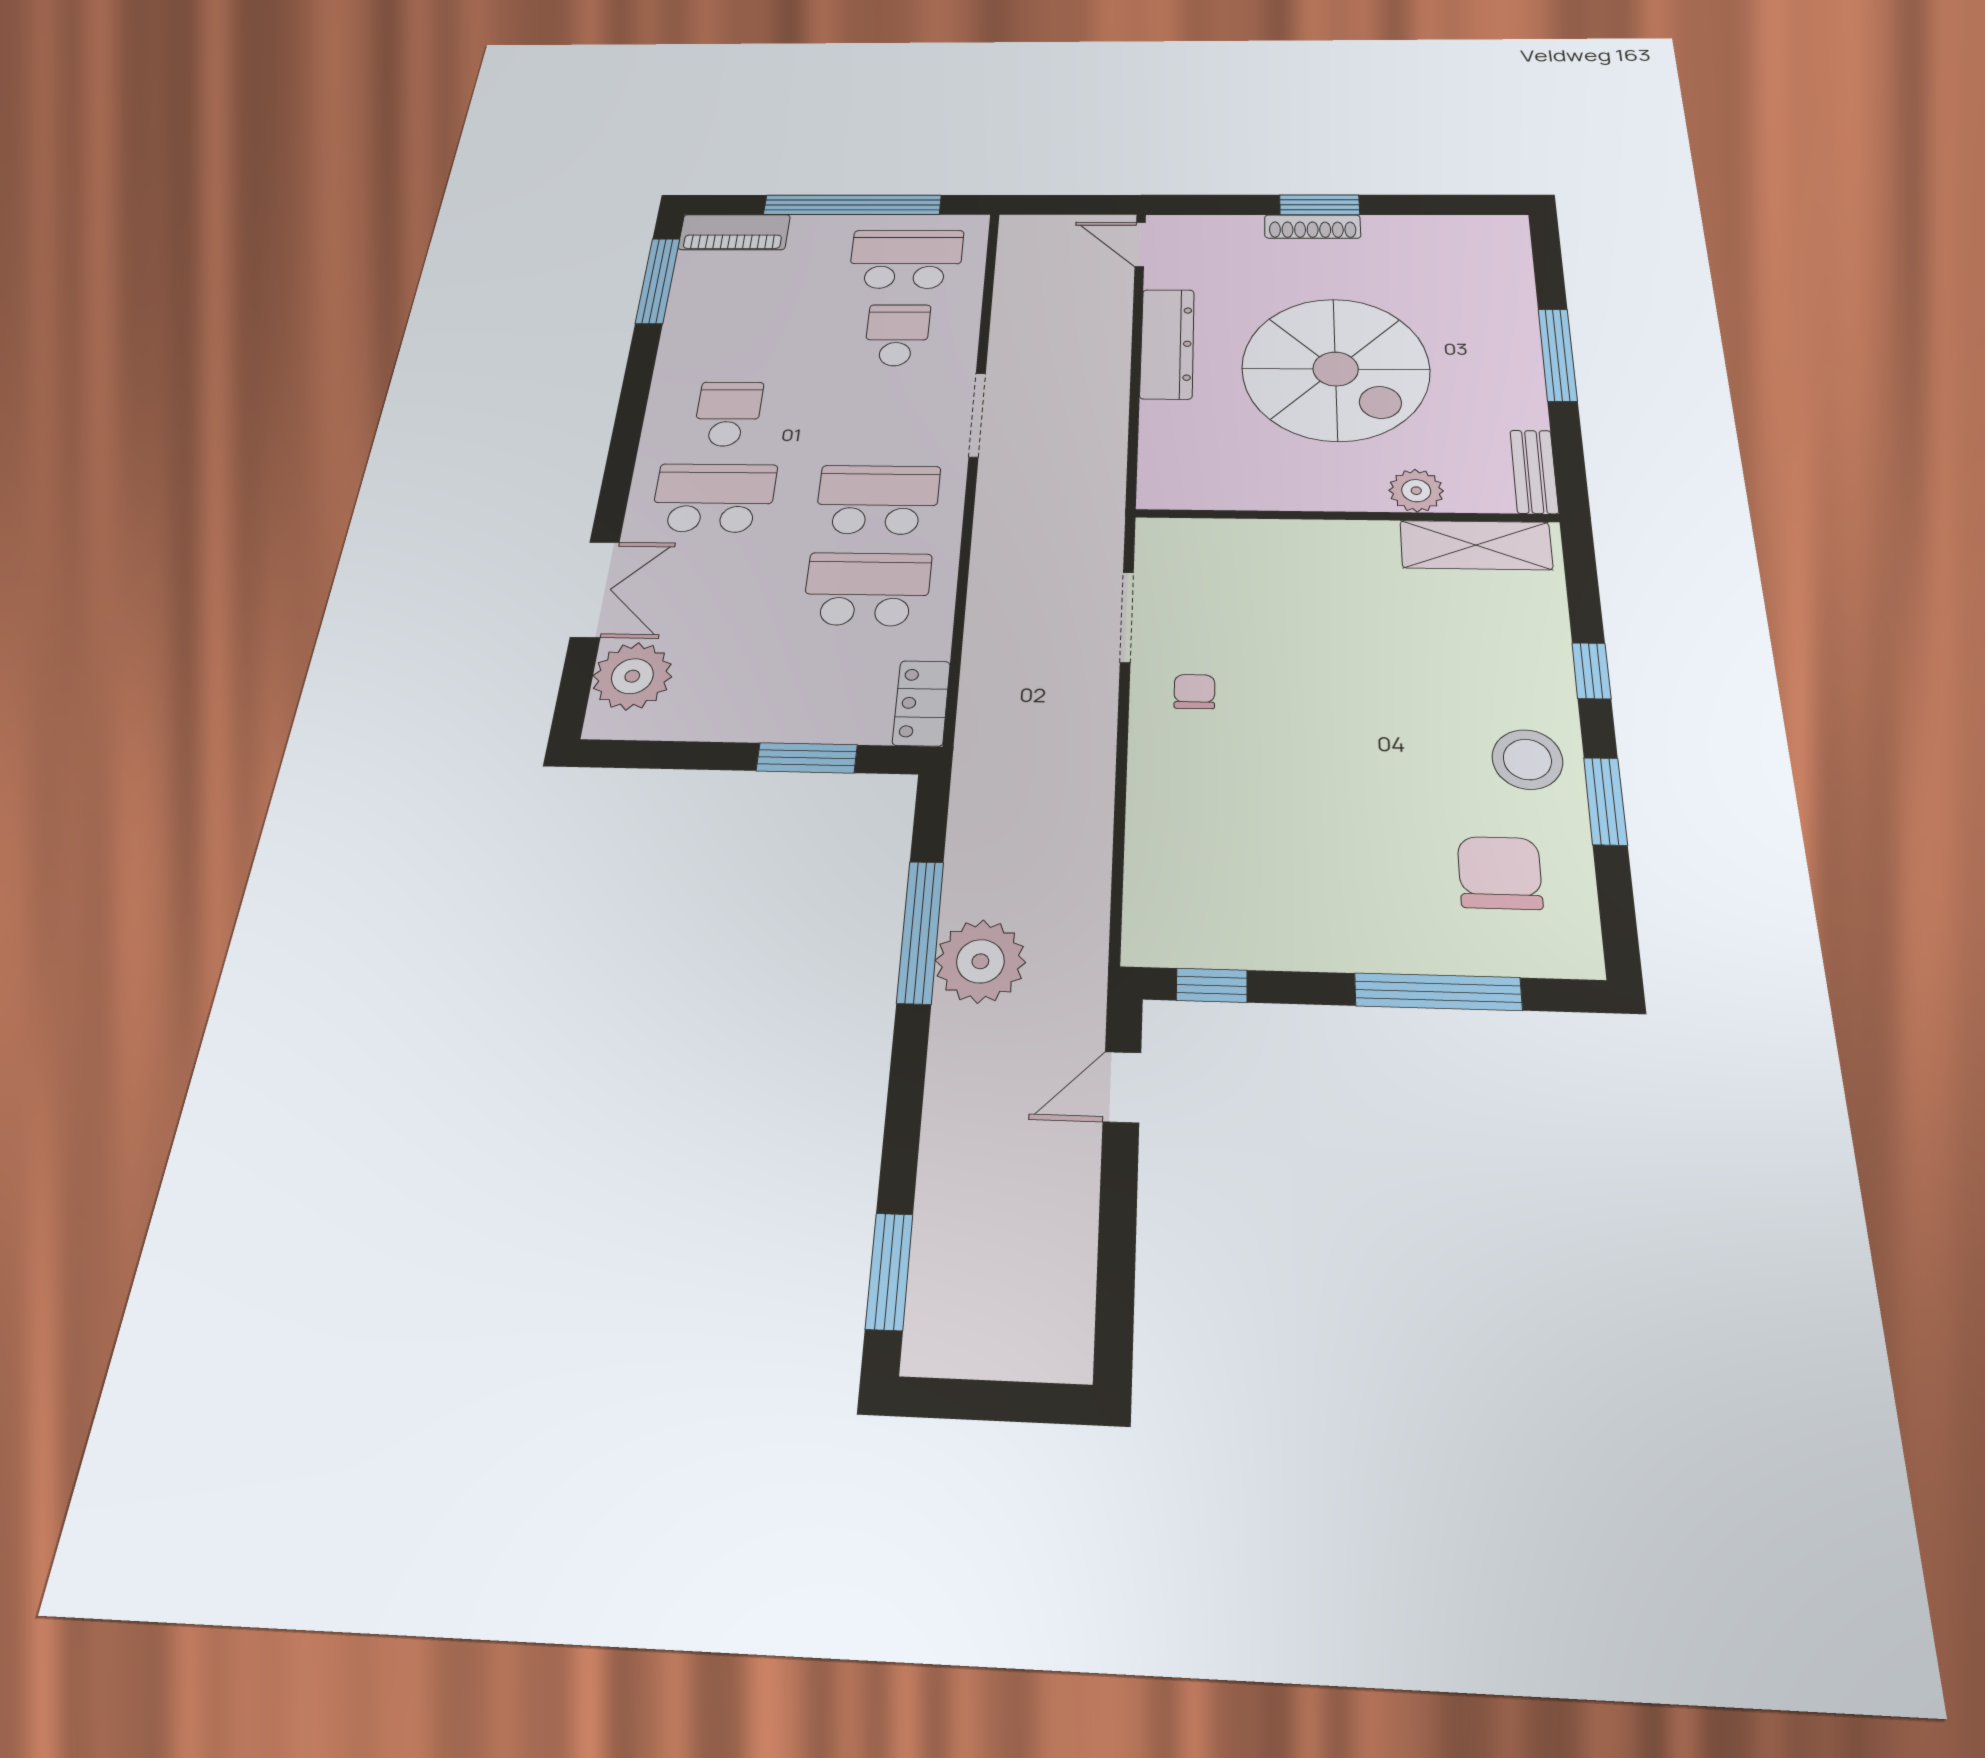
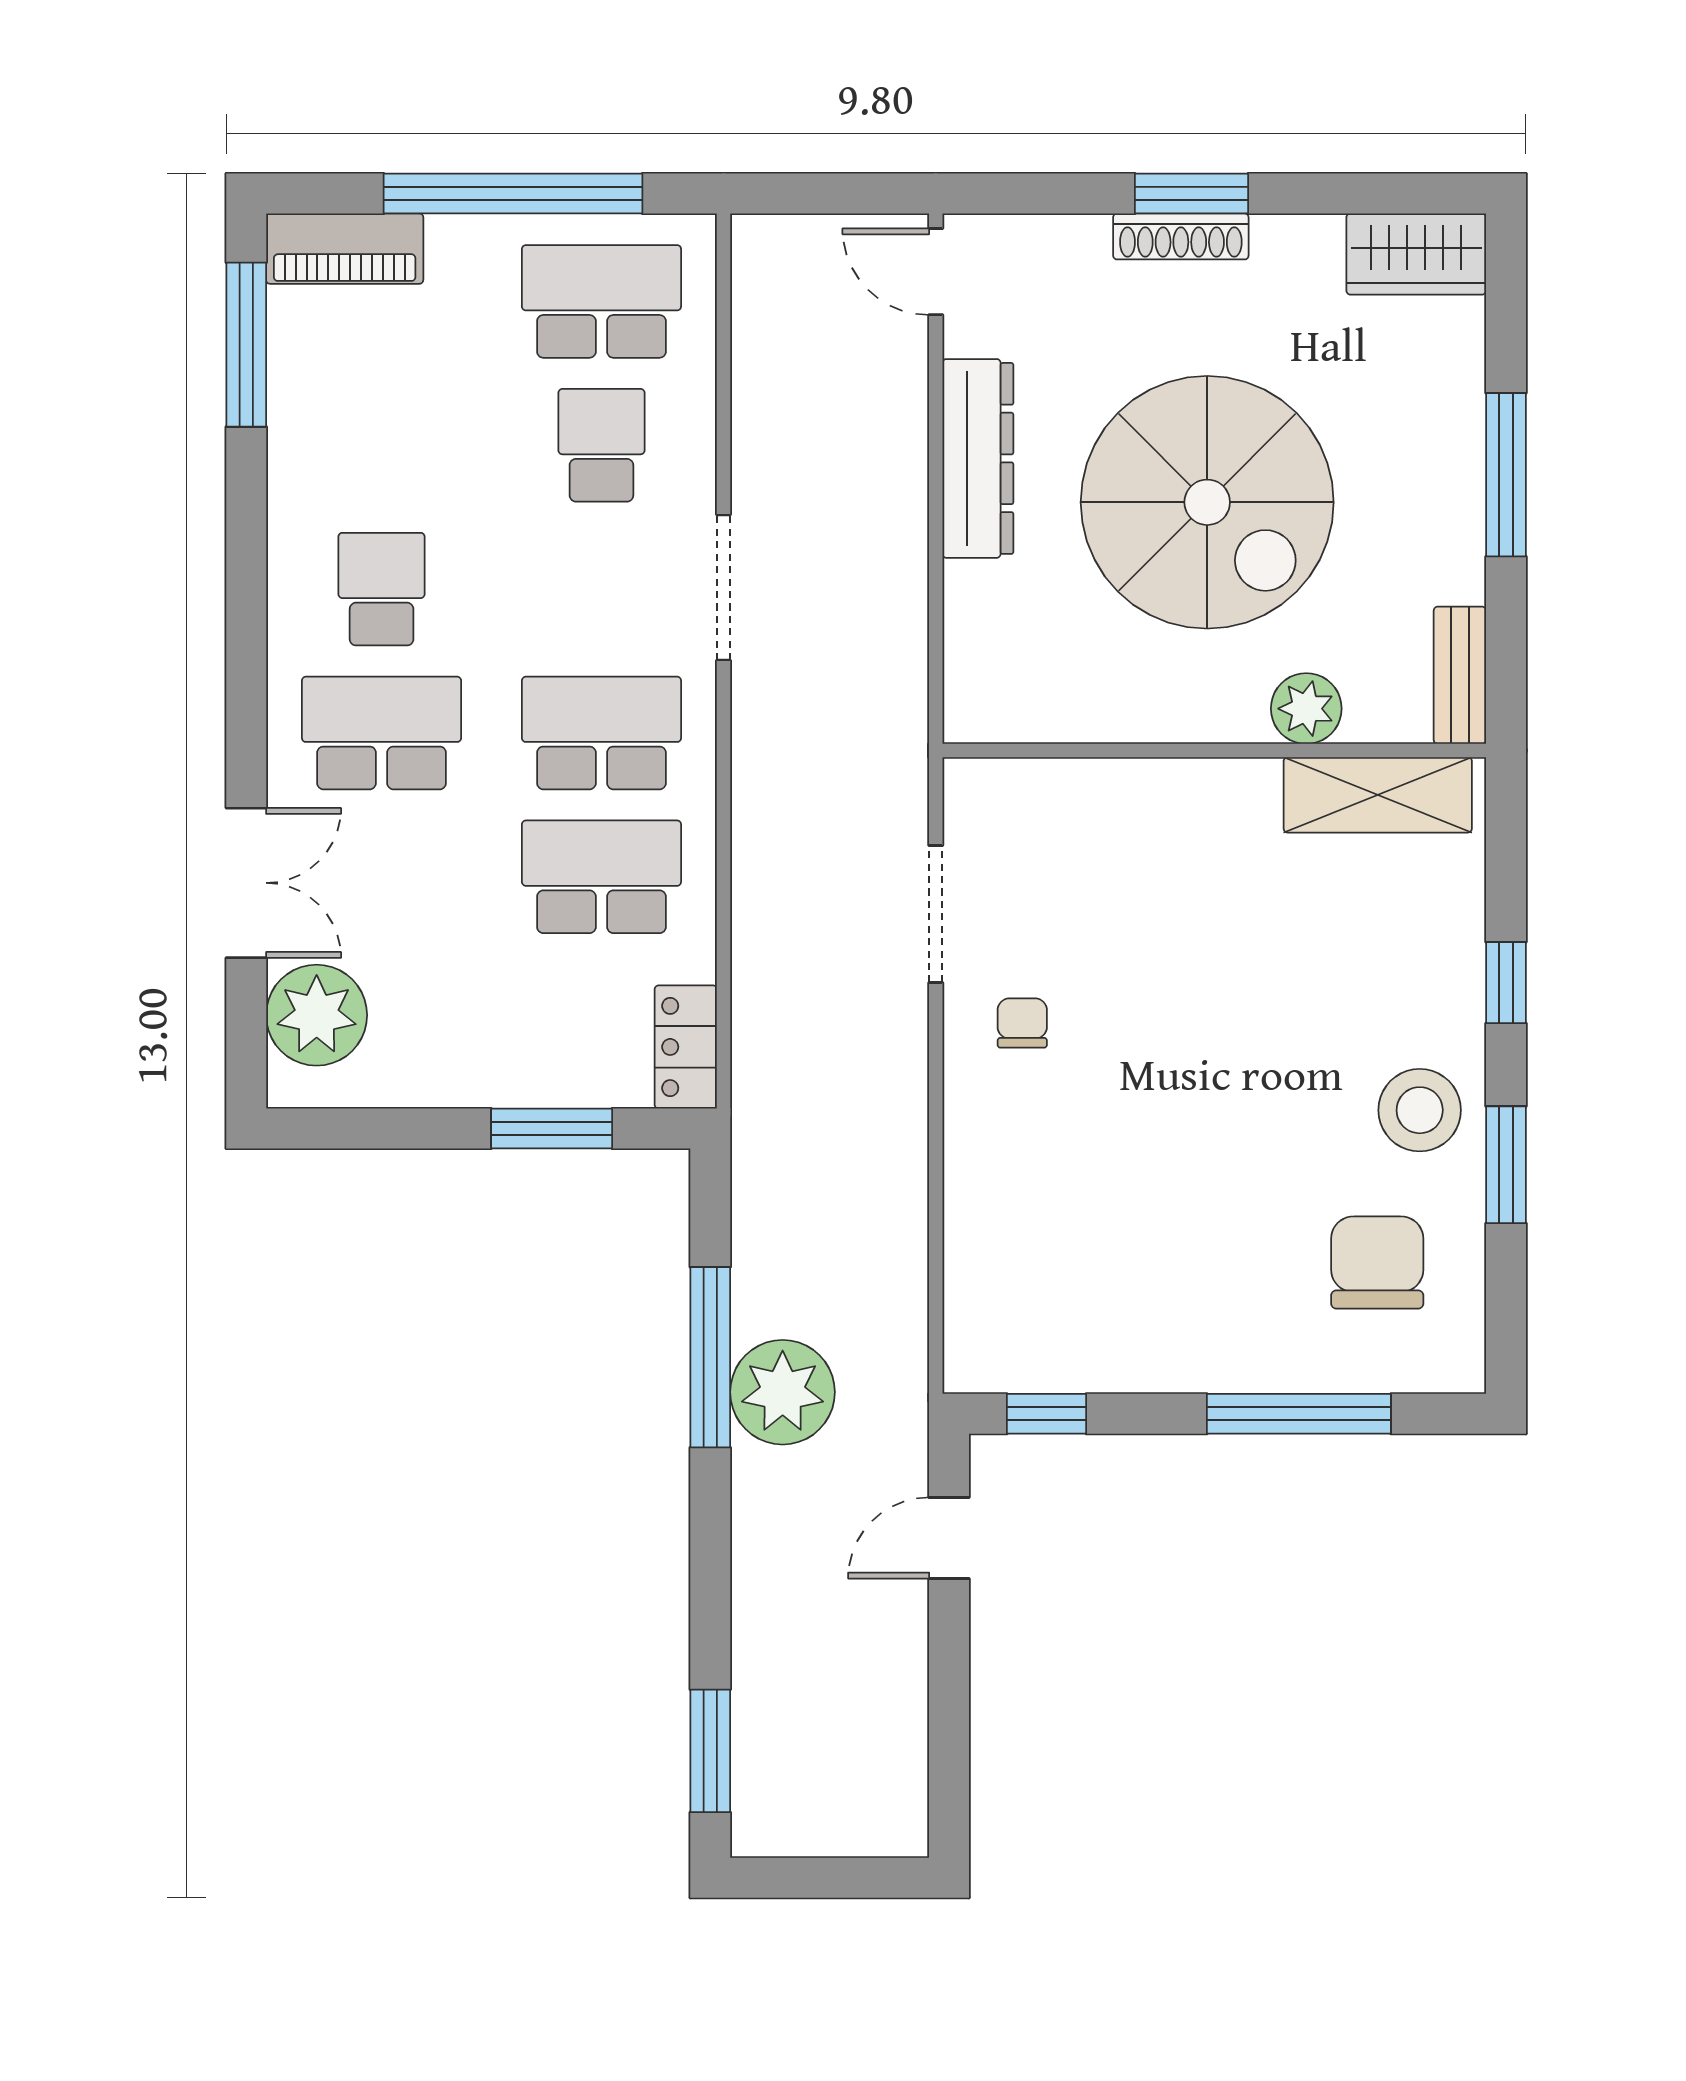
wardrobe: (1480, 236) -> (1416, 254), added

